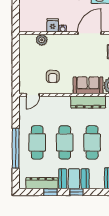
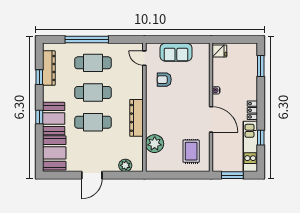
fridge: (53, 25) -> (219, 51), moved
plant: (42, 40) -> (204, 68), removed
sofa: (88, 85) -> (176, 52), moved, turned 90
booth: (74, 179) -> (54, 119), moved
window: (76, 192) -> (39, 117), moved

